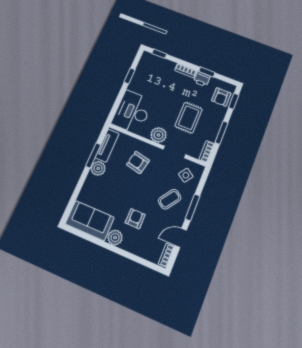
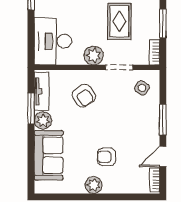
armchair: (138, 162) -> (84, 96), turned -135
coffee table: (170, 199) -> (135, 121), removed
armchair: (135, 219) -> (107, 157), turned -90
sofa: (90, 221) -> (49, 155), moved, turned 90

